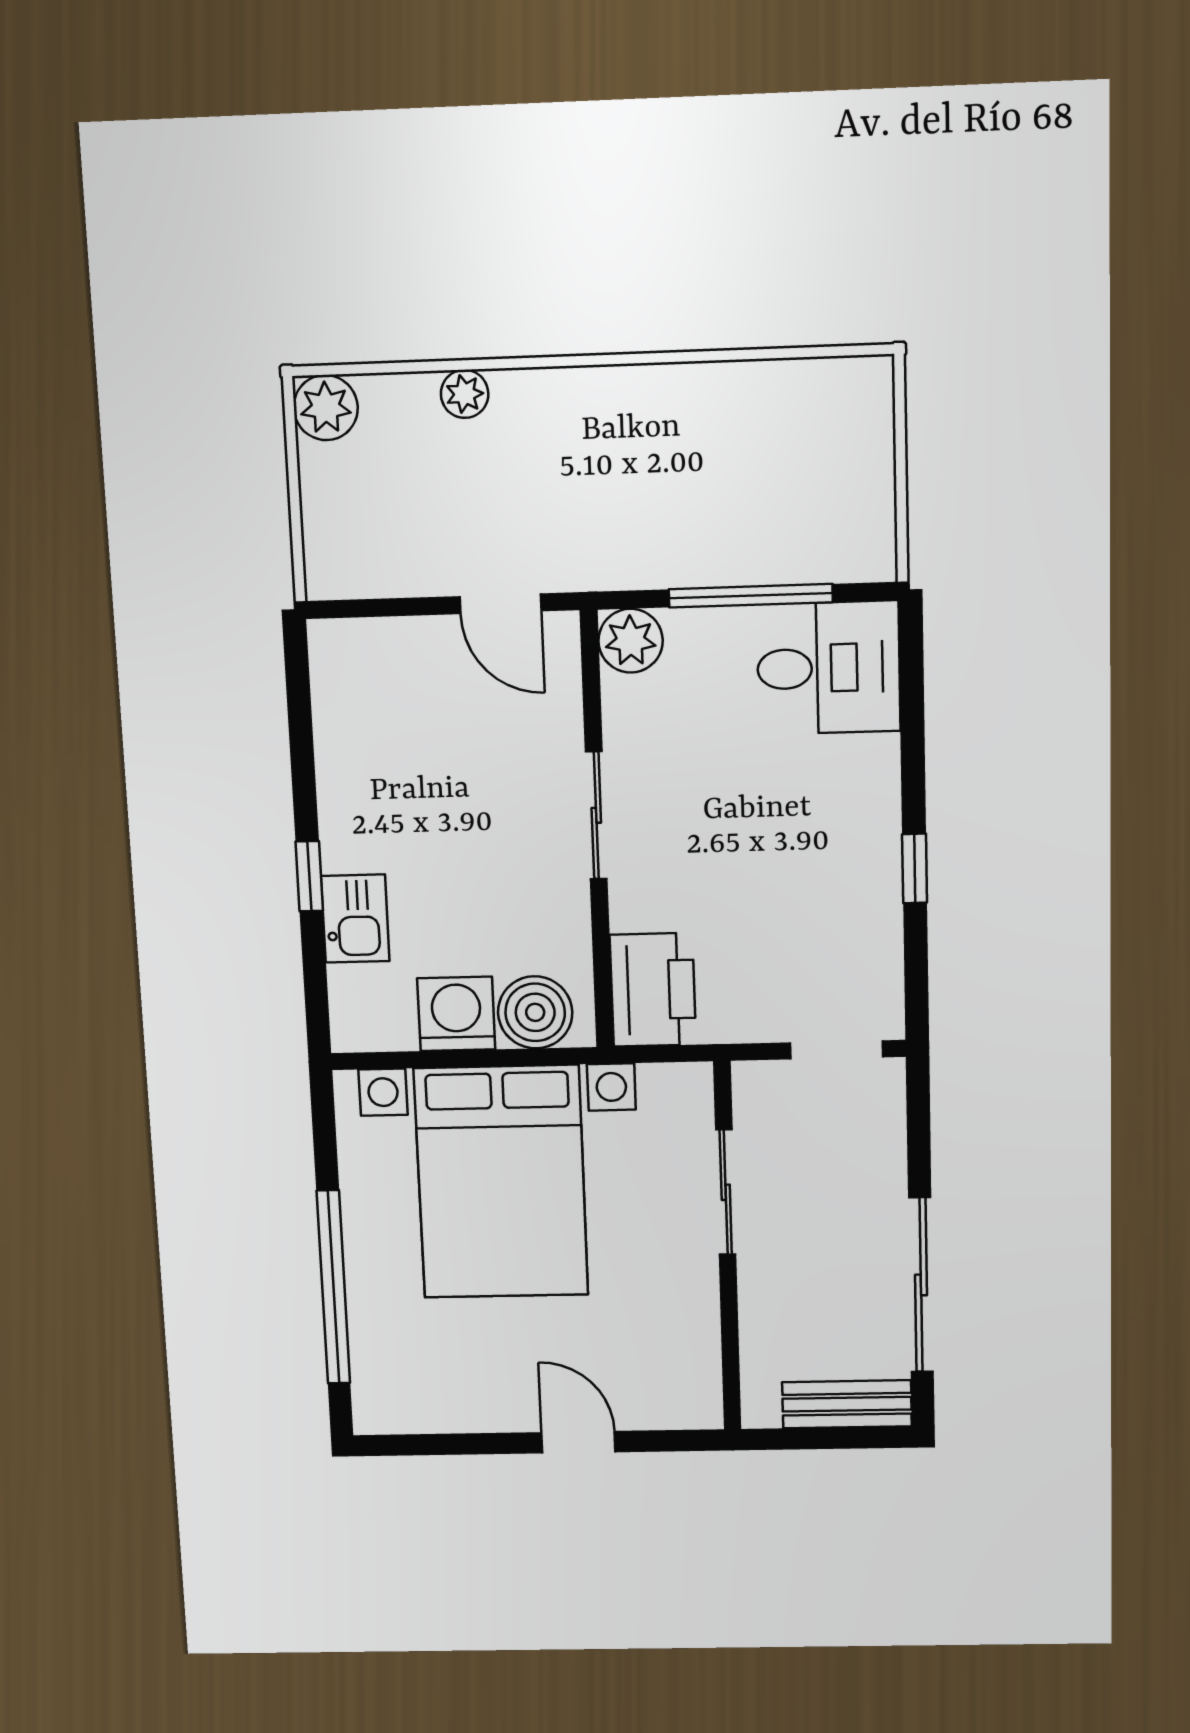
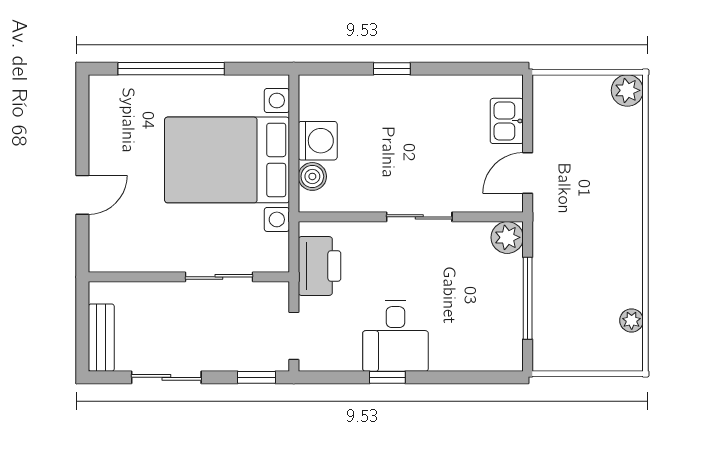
plant: (465, 394) -> (632, 320), moved
desk: (829, 668) -> (396, 336), moved
kitchen sink: (355, 919) -> (507, 121), moved, turned 90
printer: (653, 990) -> (320, 266), moved, turned -90
boiler: (535, 1012) -> (312, 176), width x0.73, depth x0.73
window: (918, 1118) -> (257, 377), added
sliding door: (921, 1285) -> (166, 377), width x0.73

